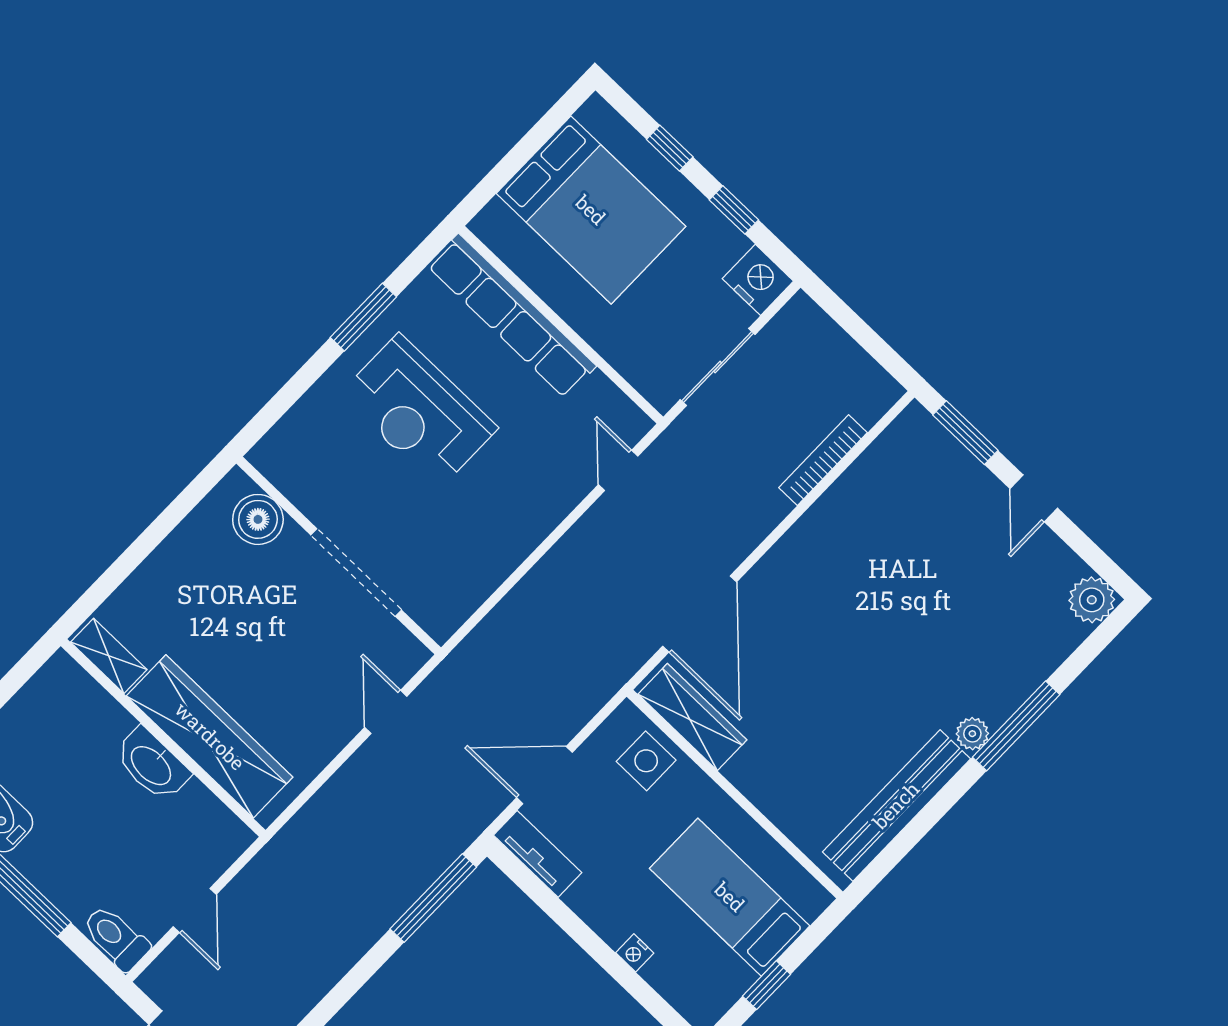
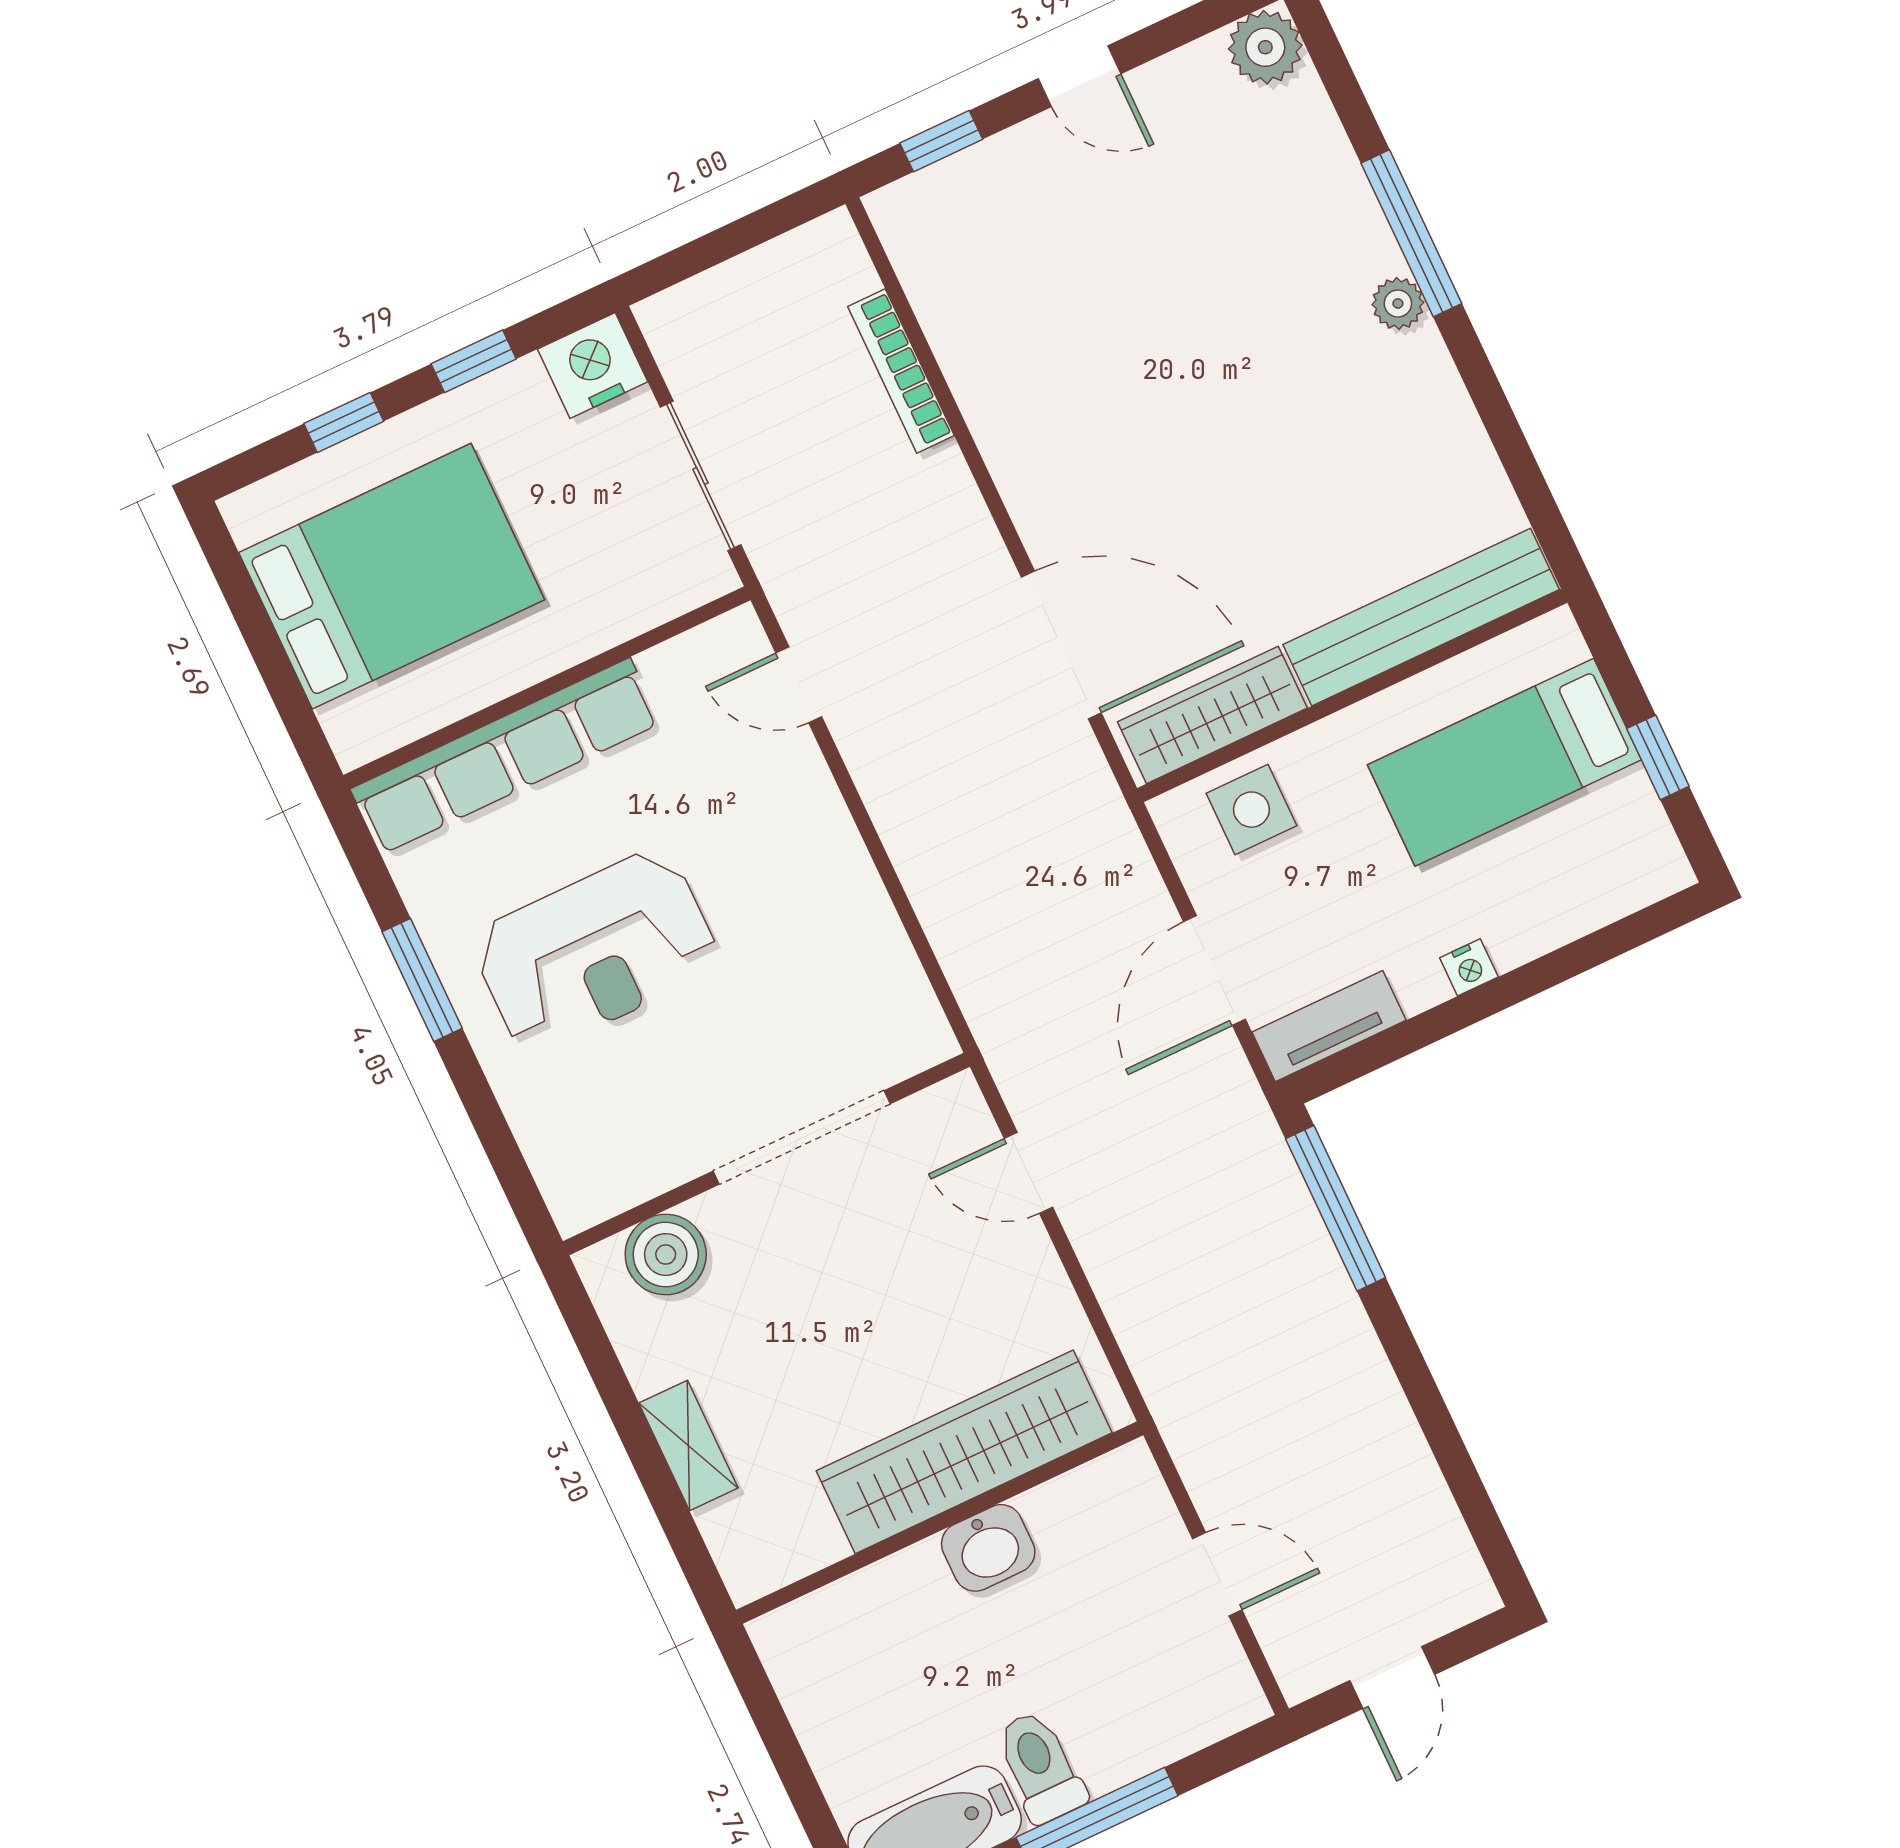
window: (965, 433) -> (941, 141), width x0.67
shelving: (109, 656) -> (688, 1445), moved, turned 90
washbasin: (152, 765) -> (988, 1548), width x0.72
bench: (896, 805) -> (1421, 617), moved, turned 90
toilet: (116, 938) -> (1040, 1767), moved, turned 90
nightstand: (635, 953) -> (1469, 967), moved

